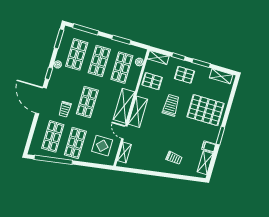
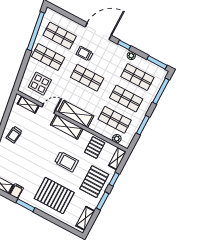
pallet: (184, 75) -> (94, 182), width x1.50, depth x1.42
pallet: (206, 110) -> (54, 196), turned 90
trolley: (174, 158) -> (14, 135), moved

